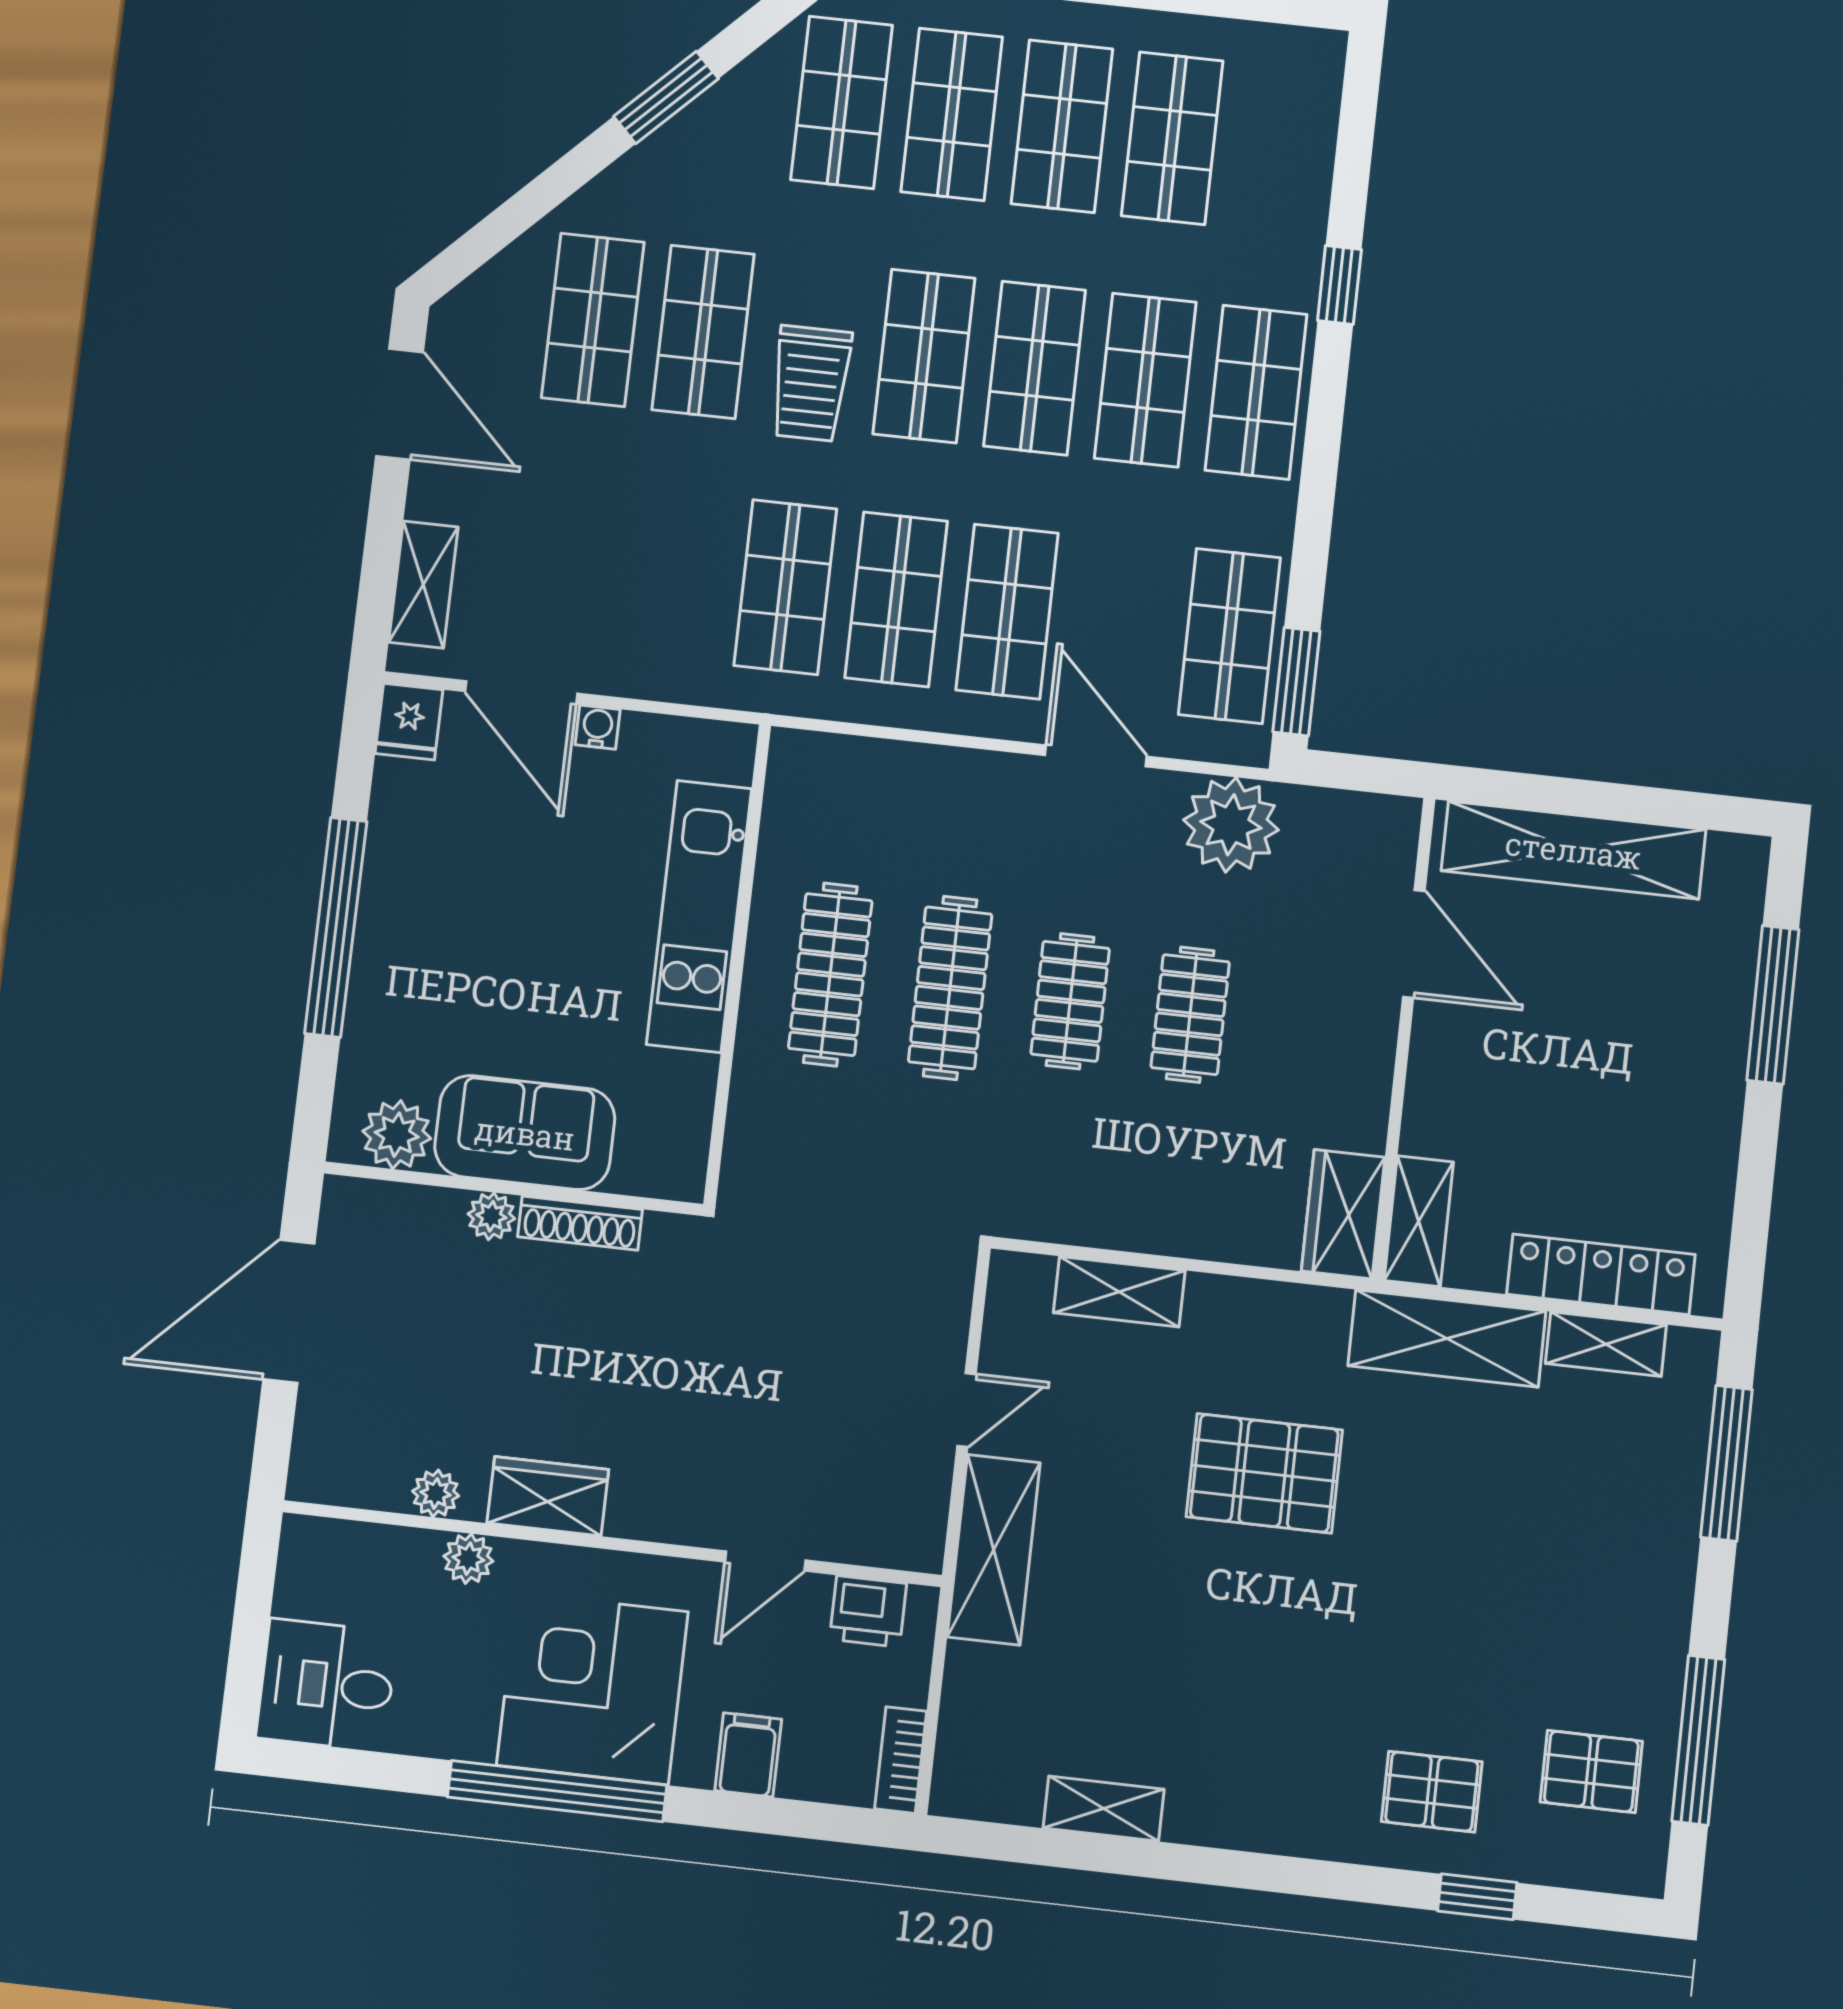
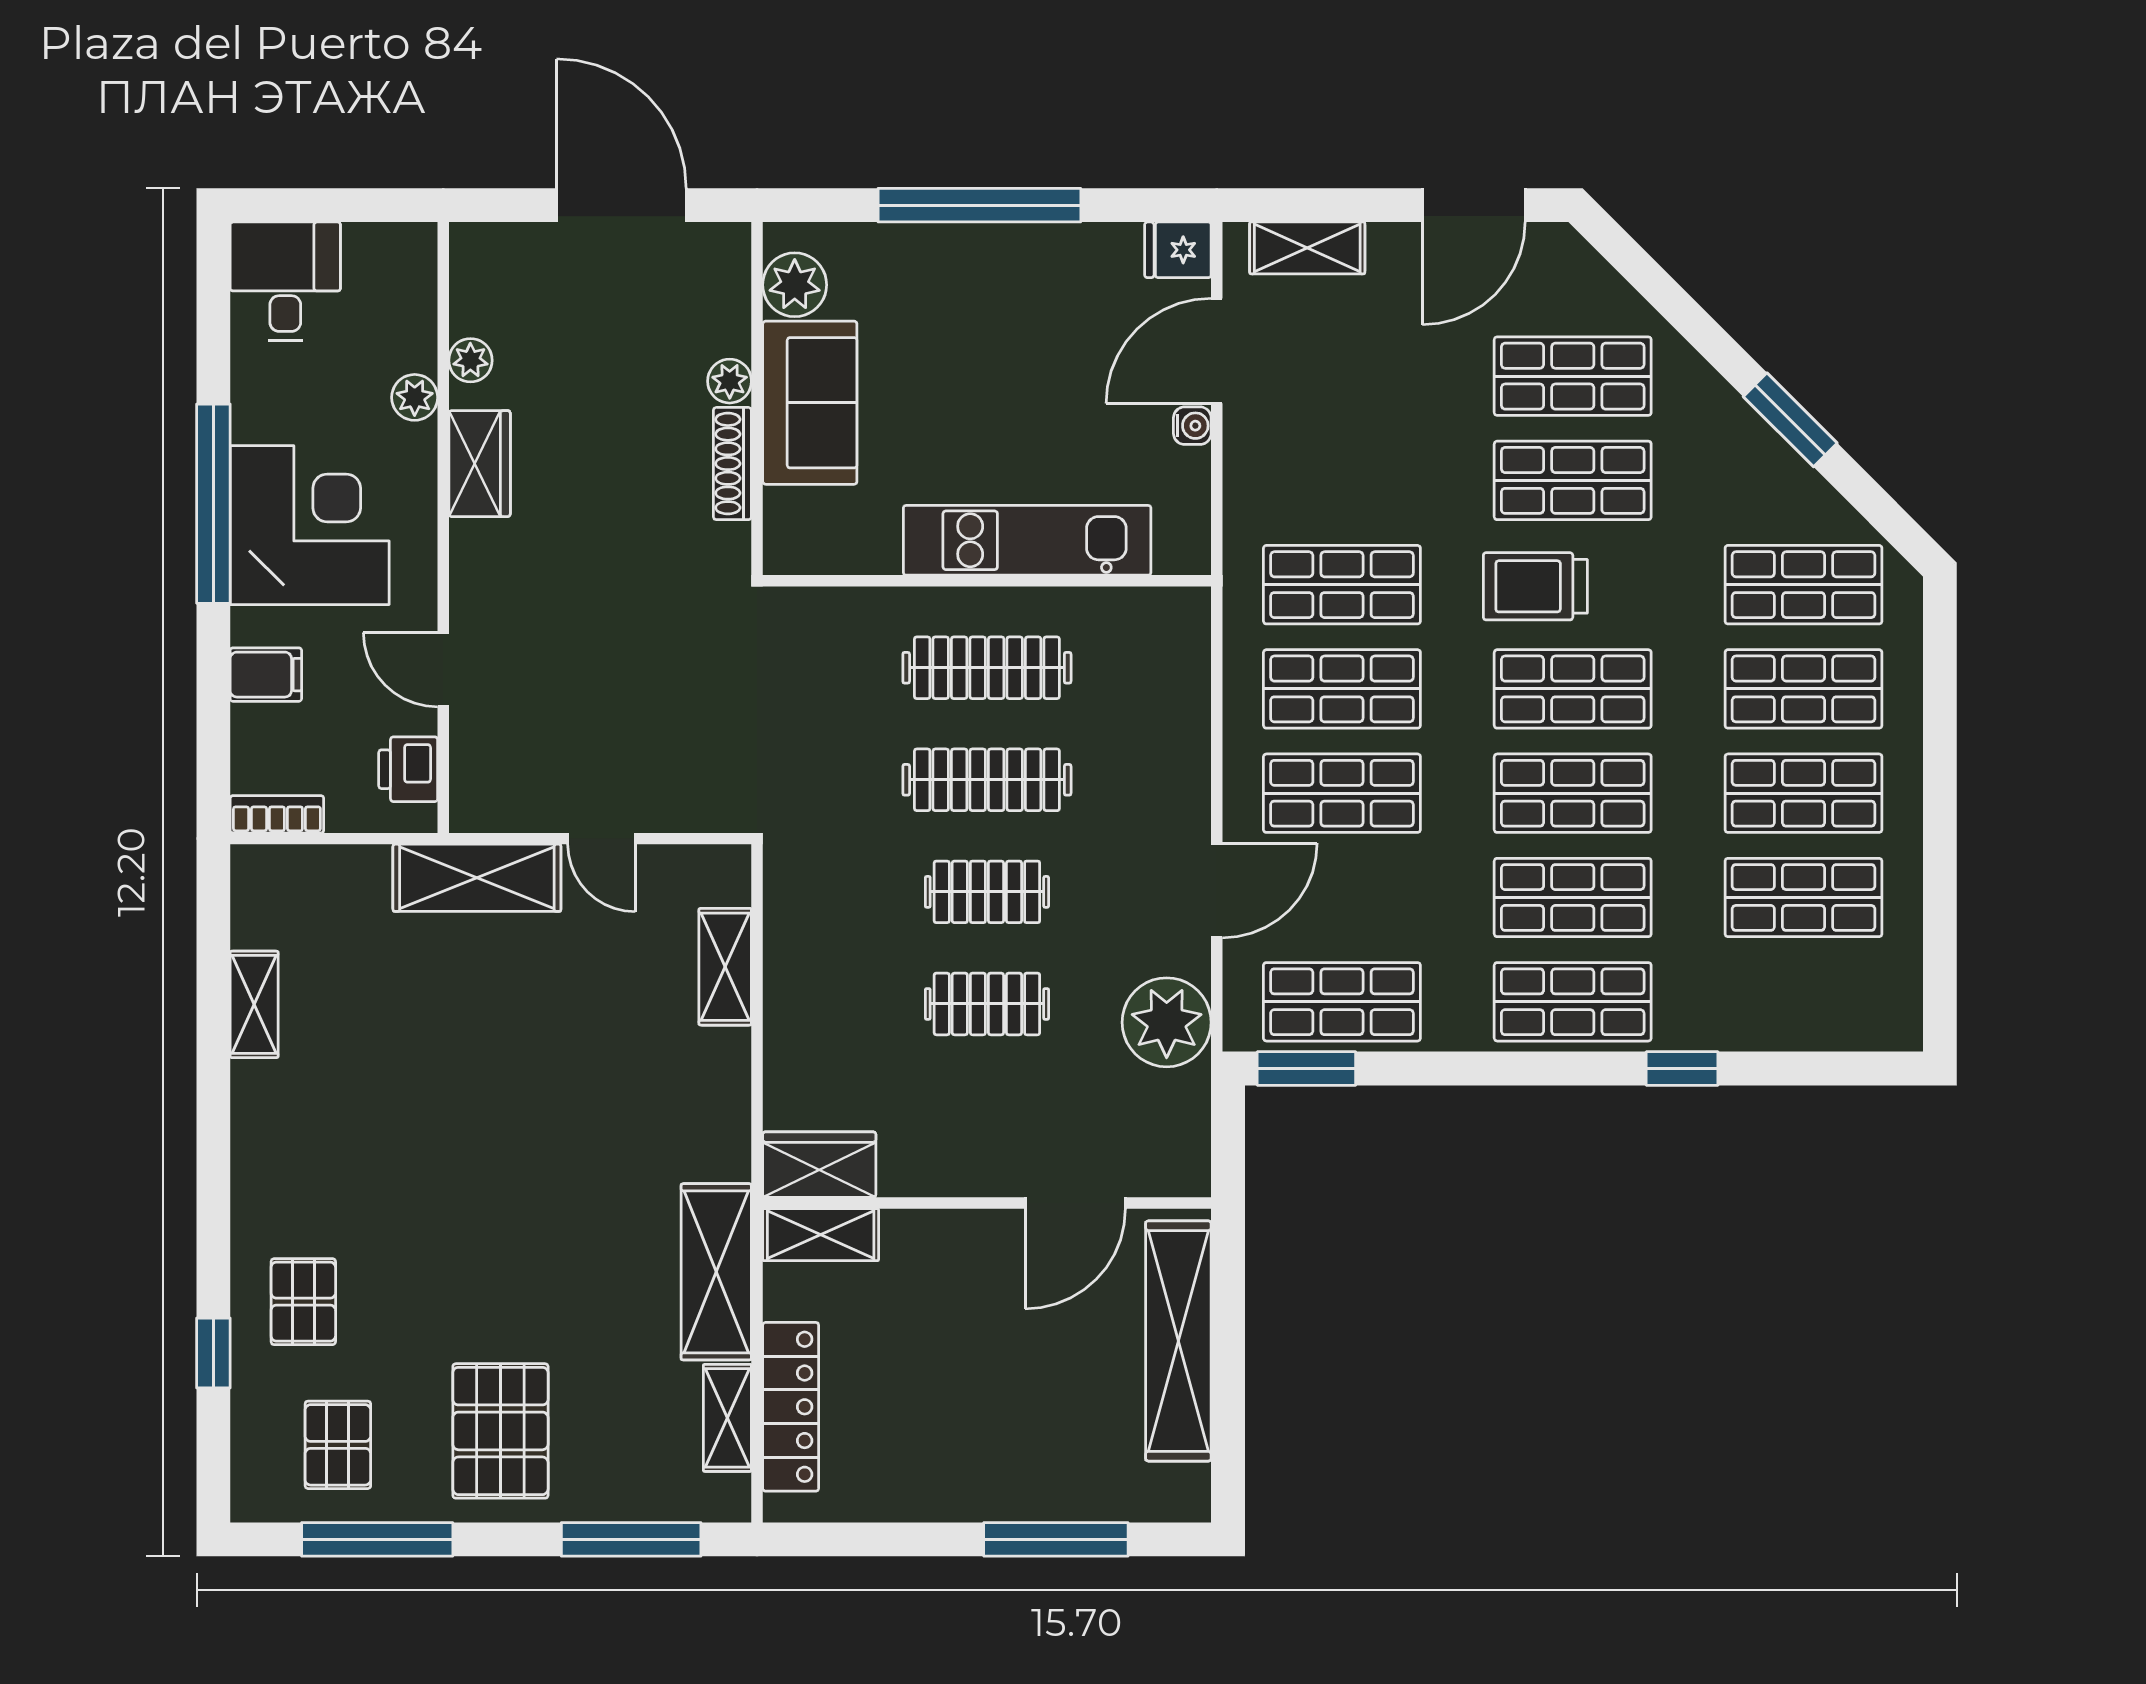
pallet: (1264, 1473) -> (500, 1431), moved

